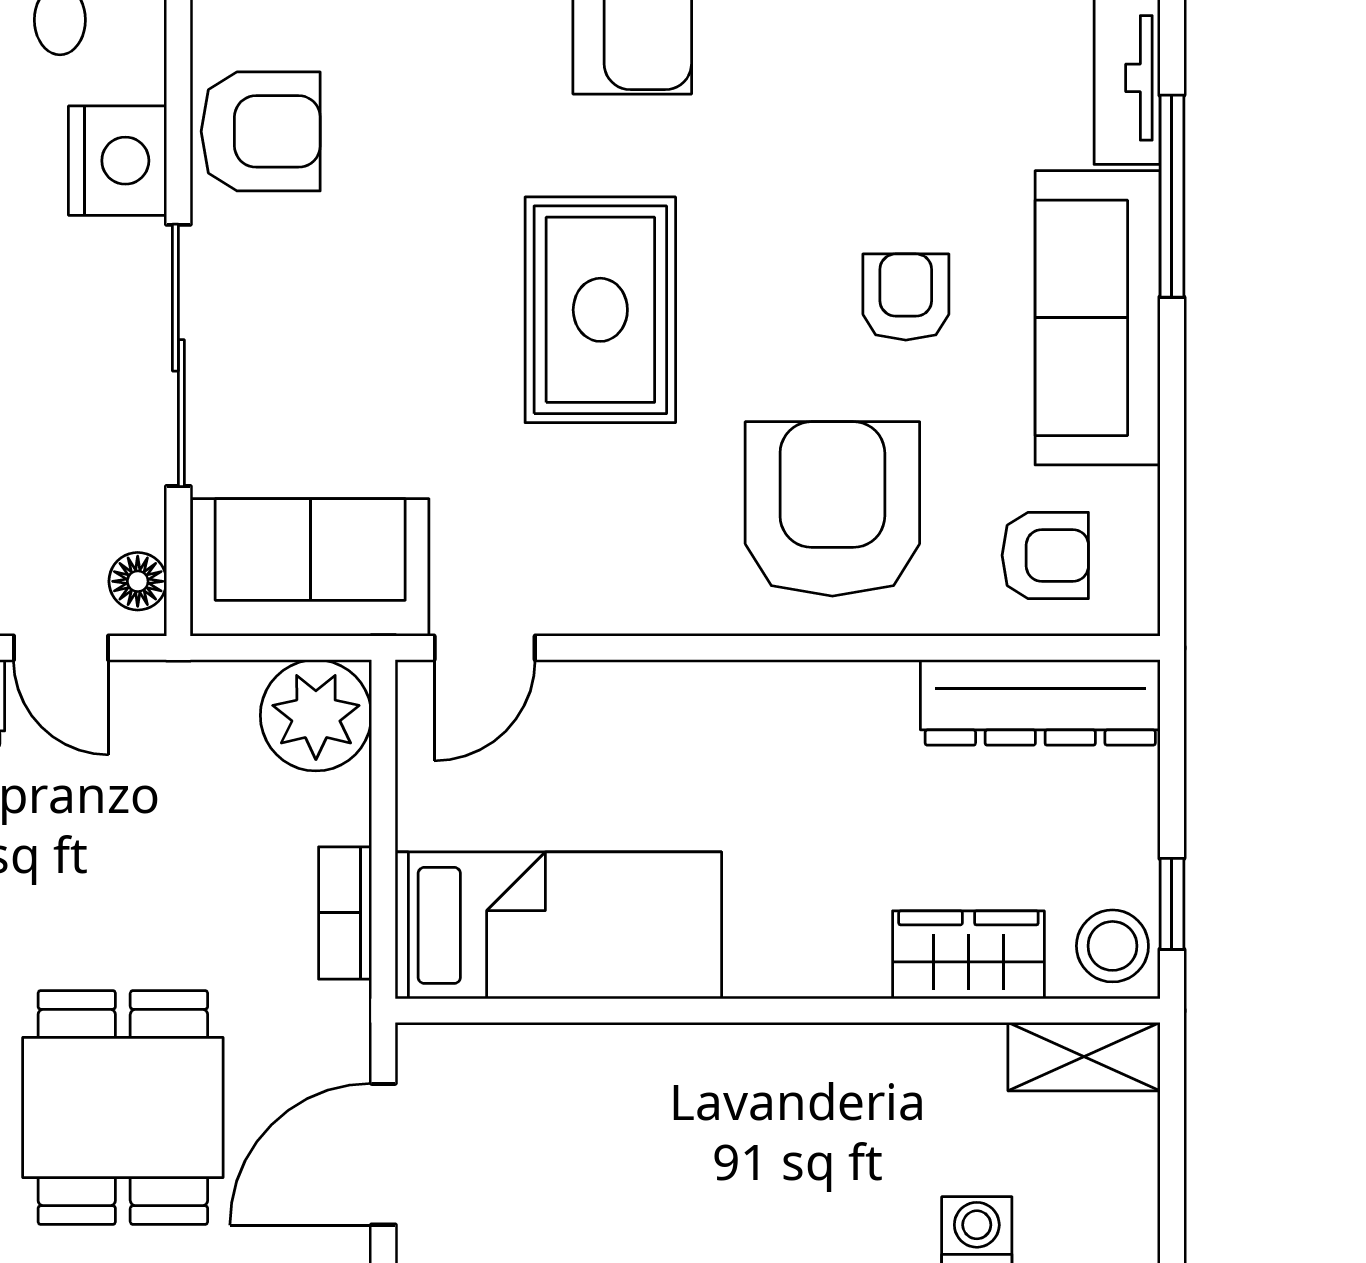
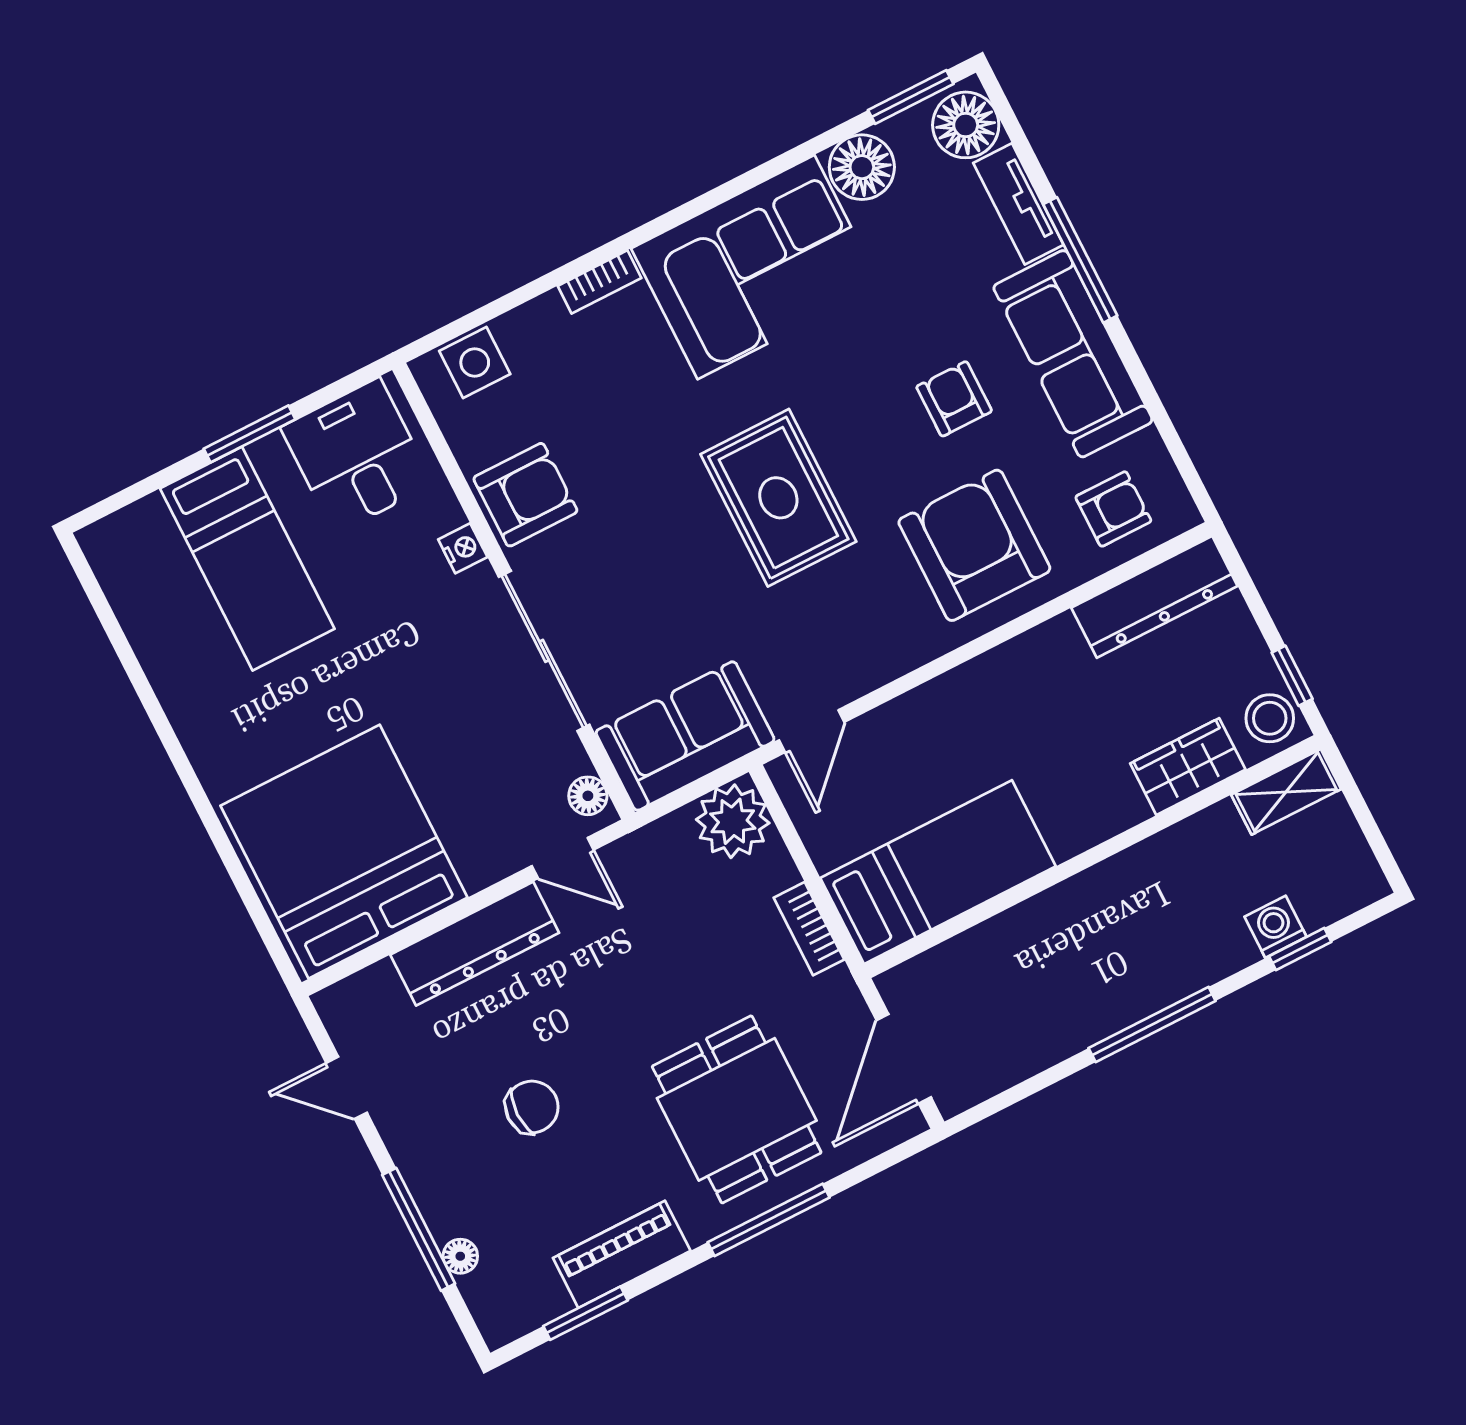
nightstand: (117, 161) -> (463, 548), width x0.53, depth x0.56

